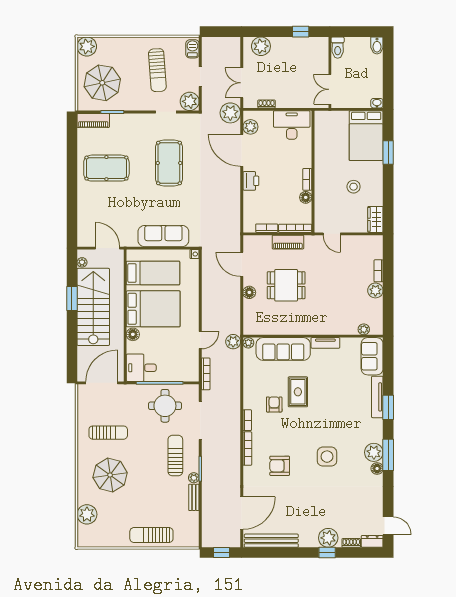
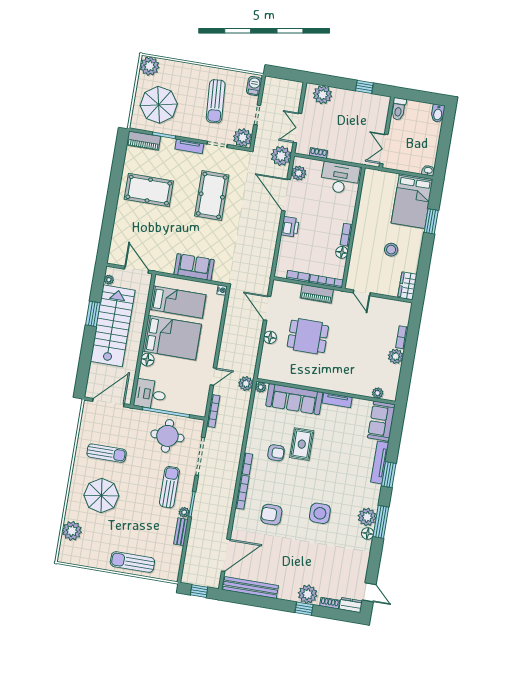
tv unit: (139, 119) -> (189, 146), added
sofa: (163, 236) -> (194, 267), width x0.73
armchair: (274, 404) -> (276, 453), turned 90

